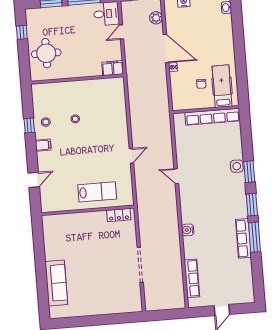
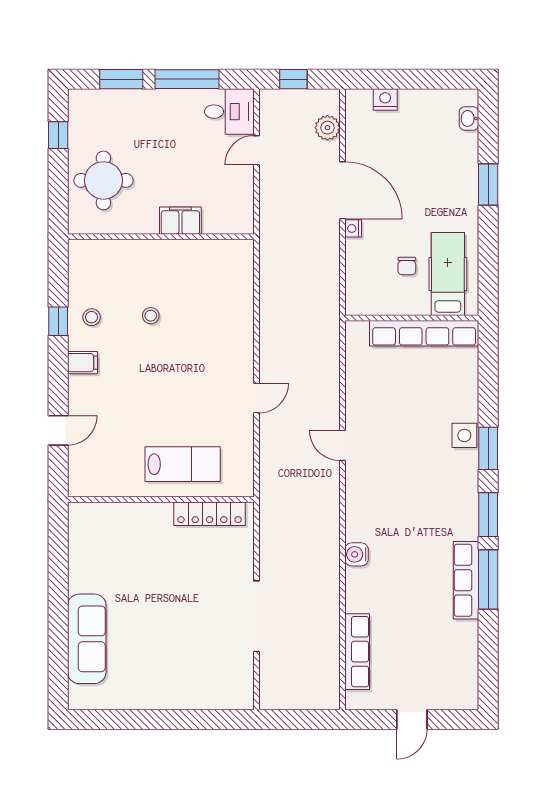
window: (239, 40) -> (488, 185), added
filing cabinet: (113, 68) -> (180, 221), moved
locker: (119, 215) -> (210, 514), width x1.53

